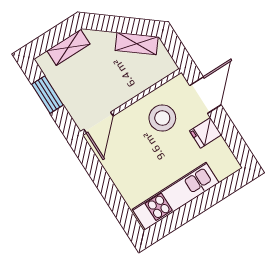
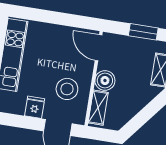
shelving: (137, 44) -> (98, 108), moved, turned -39
boiler: (123, 90) -> (105, 80), added

